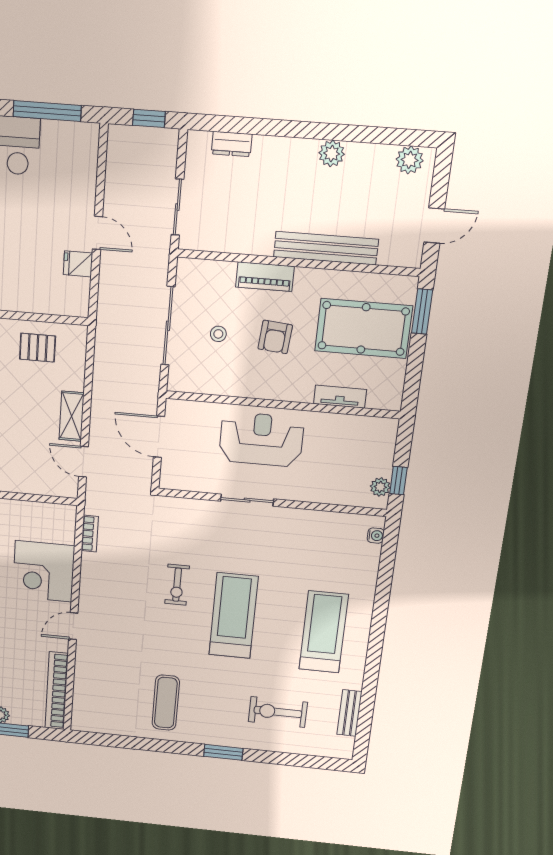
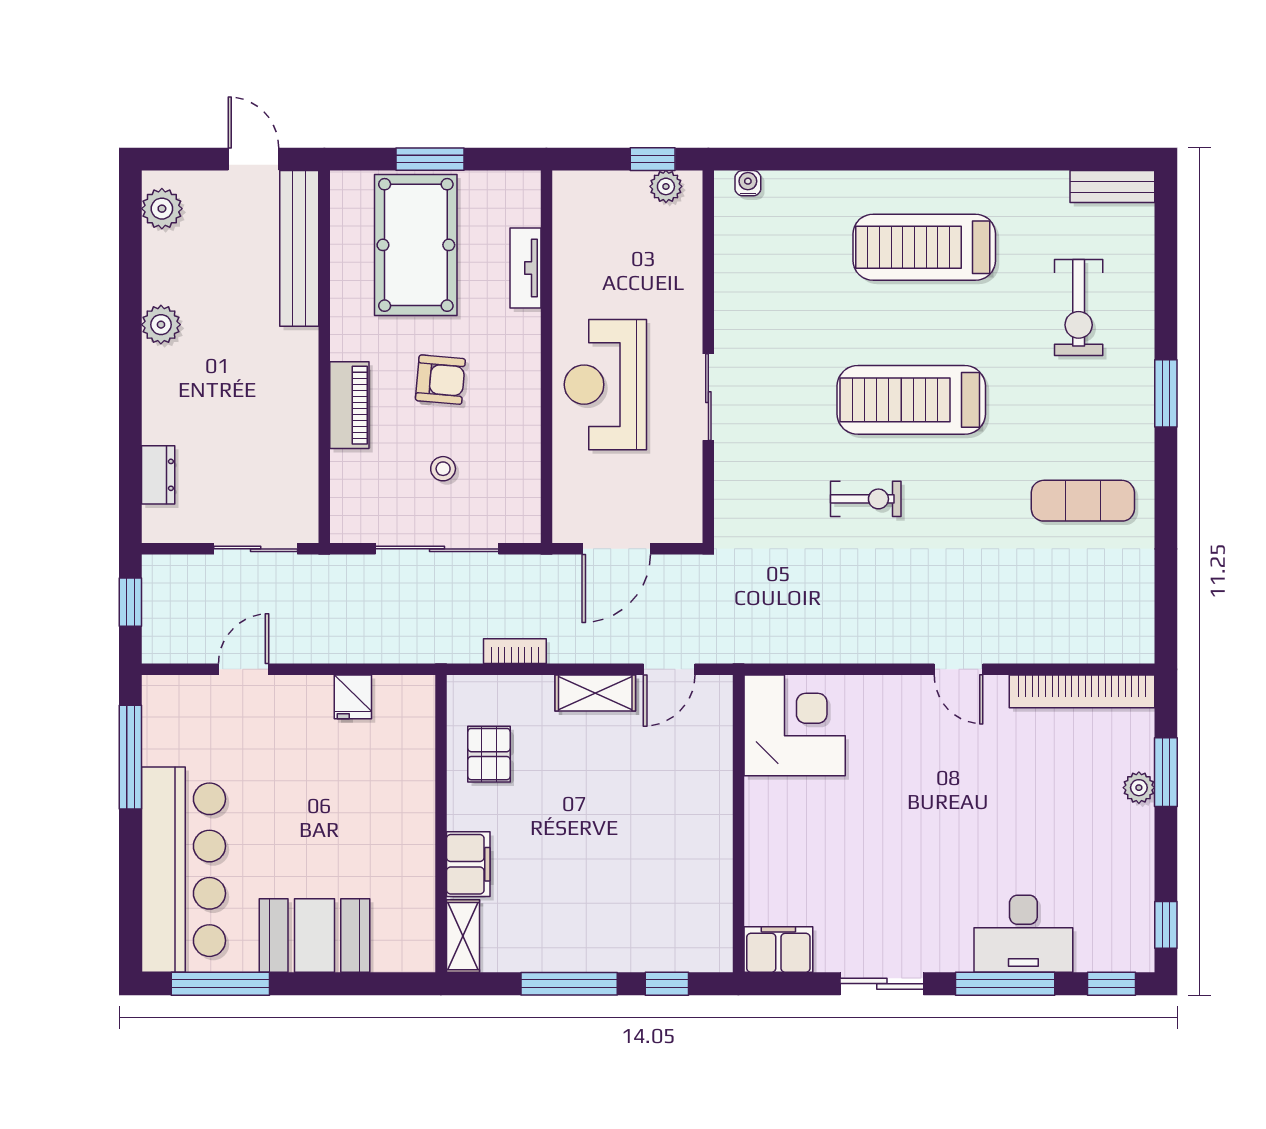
door: (97, 233) -> (244, 669), moved
bench: (326, 248) -> (299, 248), moved
window: (422, 312) -> (430, 159), moved
bookcase: (90, 534) -> (515, 651), moved
corner desk: (44, 571) -> (795, 725), moved, turned -90
bench: (349, 713) -> (1112, 187), moved

